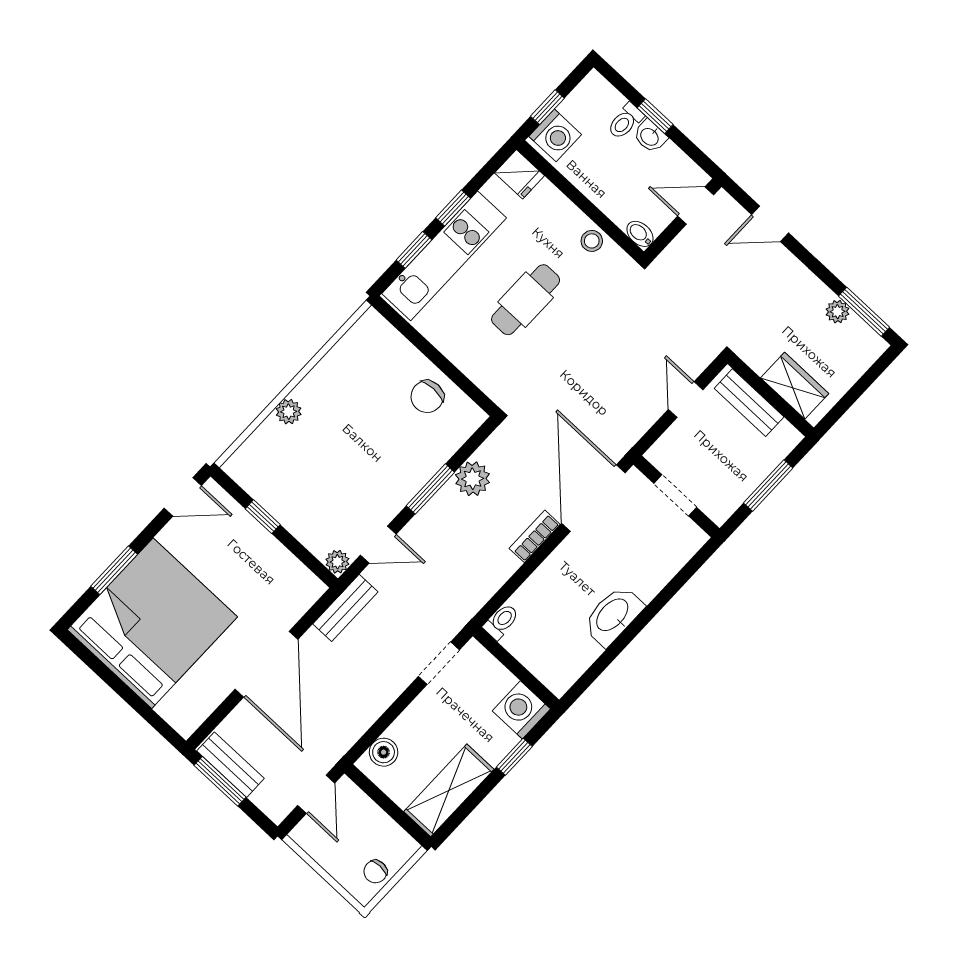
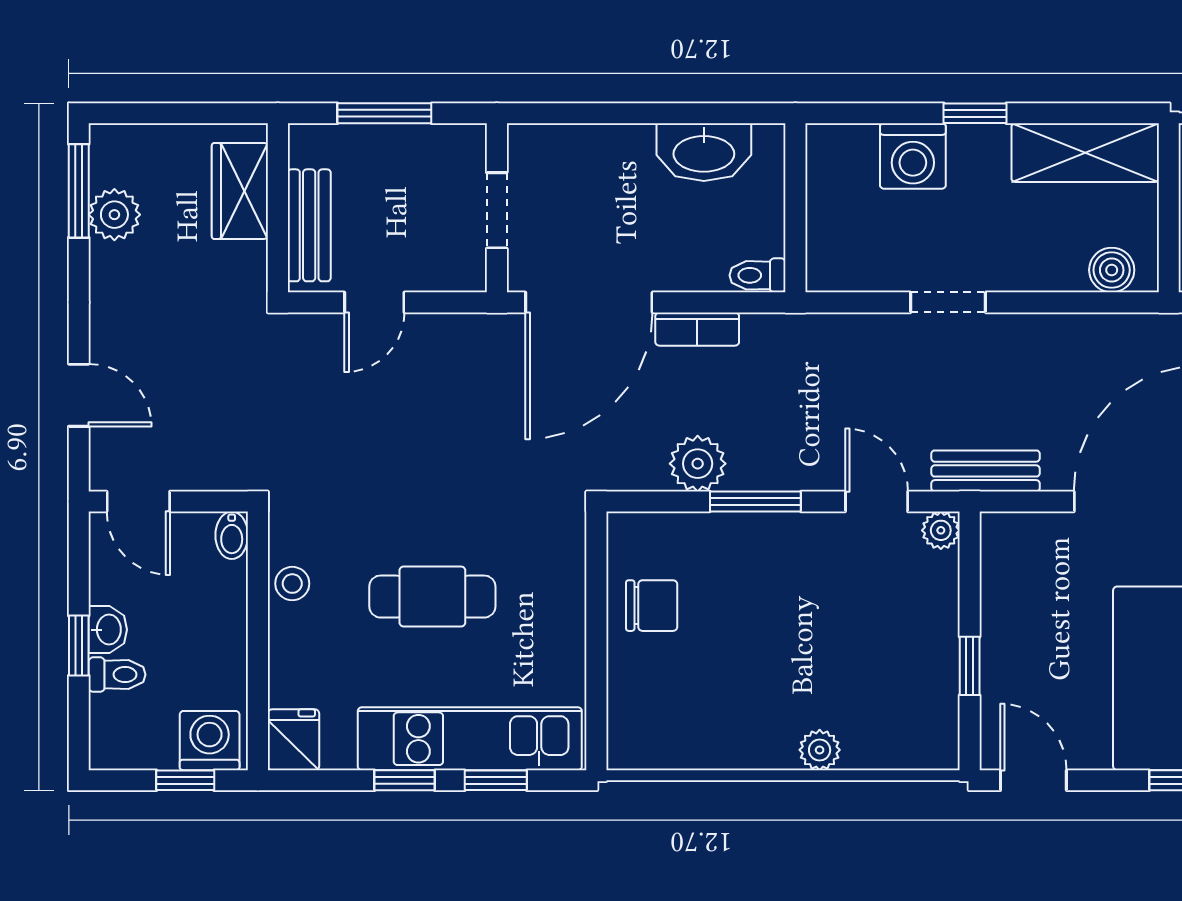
plant: (838, 312) -> (114, 215), width x1.38, depth x1.38
toilet: (501, 622) -> (758, 275), moved
wall: (516, 668) -> (795, 208), moved

